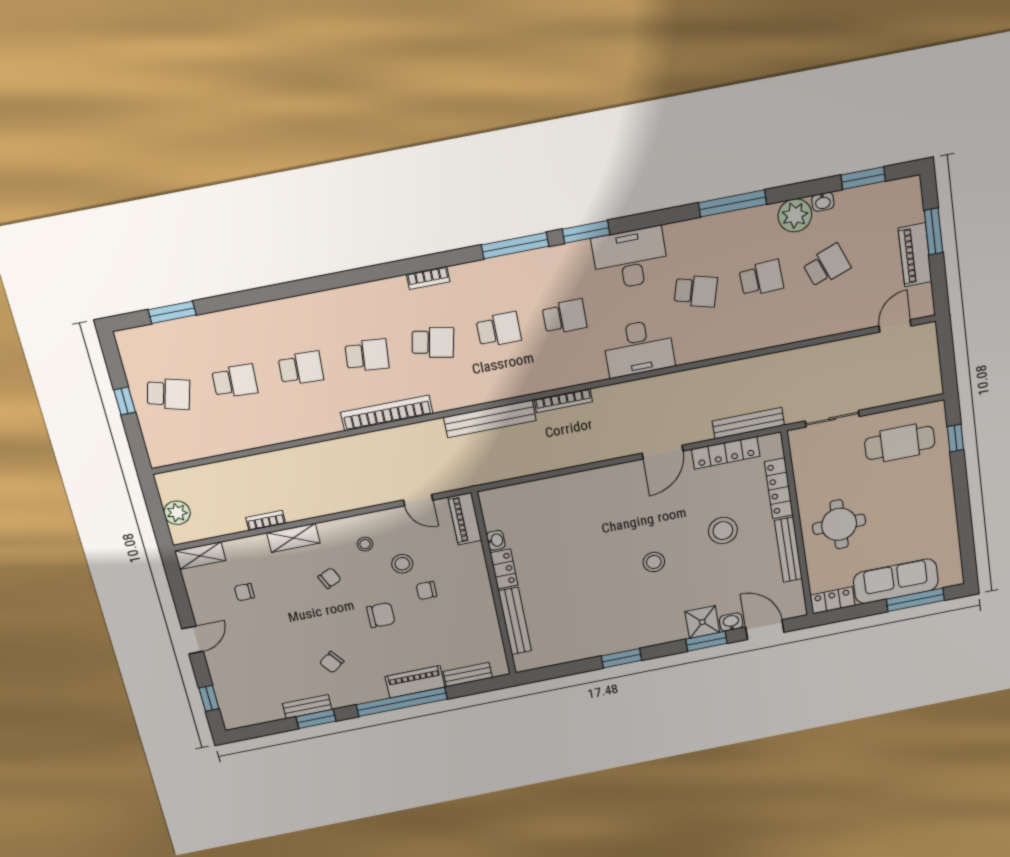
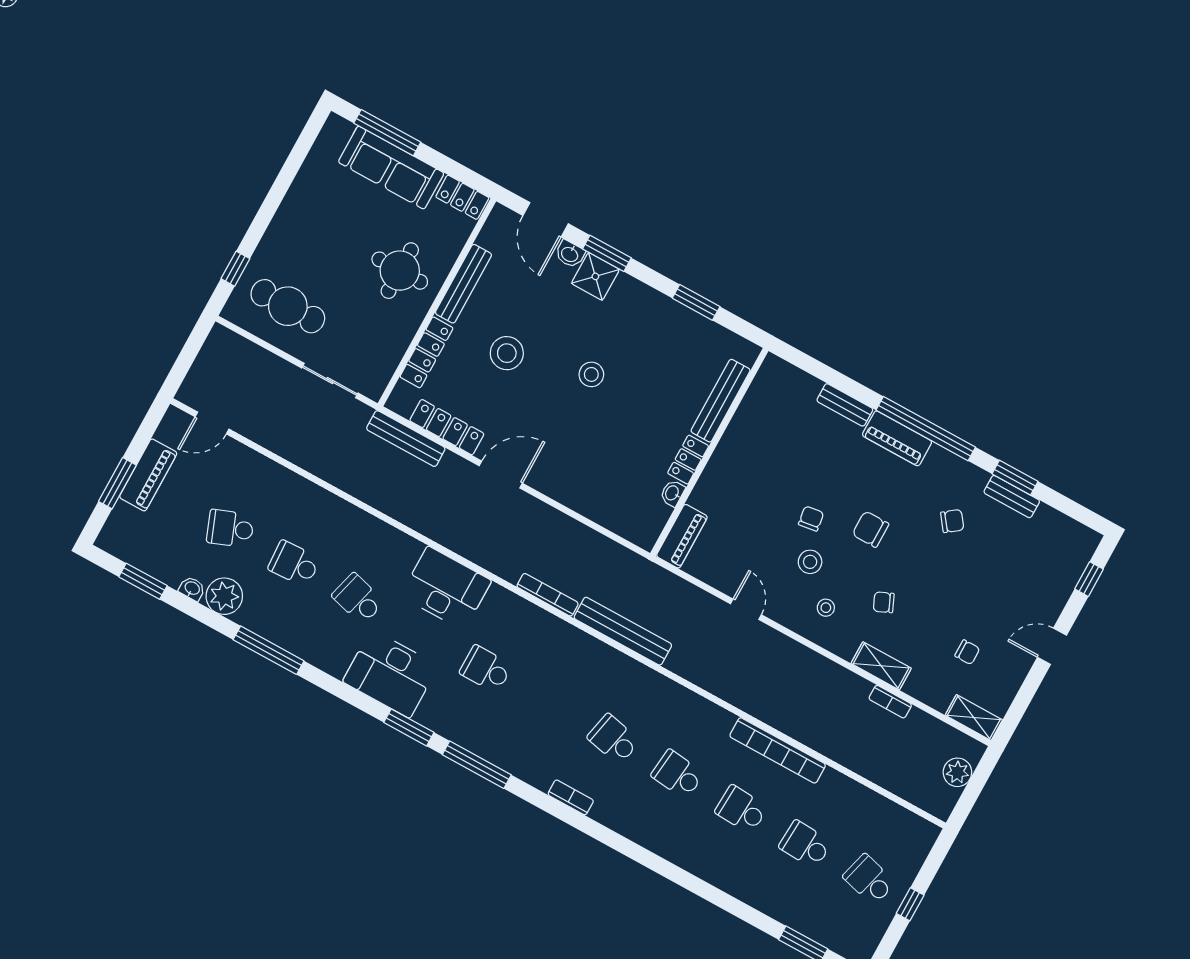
school desk: (499, 330) -> (550, 704), removed
bookcase: (387, 413) -> (778, 750), moved
piano: (465, 519) -> (682, 536), moved
washbasin: (496, 540) -> (672, 493), moved
locker: (504, 569) -> (688, 460), moved
wall: (494, 585) -> (709, 452), moved
chair: (426, 590) -> (811, 519), turned -98
bench: (515, 621) -> (721, 401), moved

